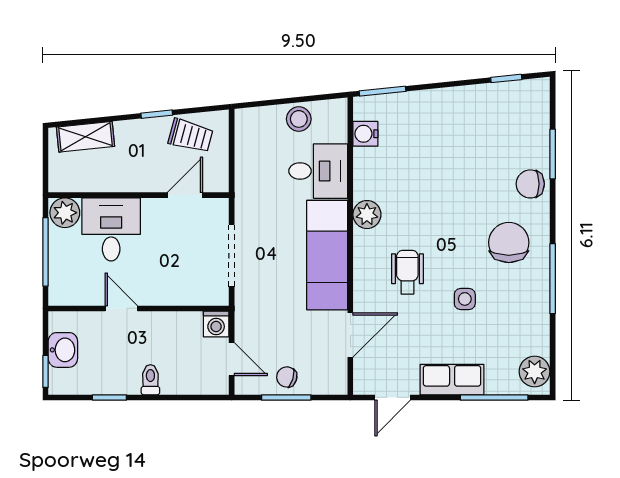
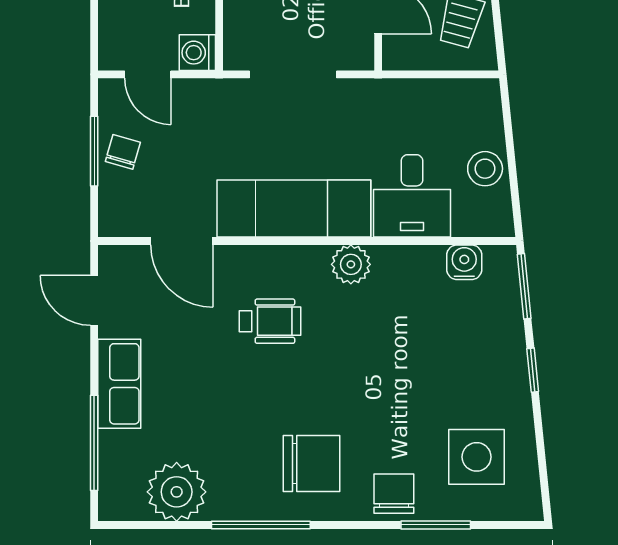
window: (506, 78) -> (533, 370), moved
side table: (465, 299) -> (477, 457), moved, width x1.87, depth x1.87
door: (232, 359) -> (148, 74), hinge flipped
plant: (535, 372) -> (177, 492), moved, width x1.36, depth x1.36

